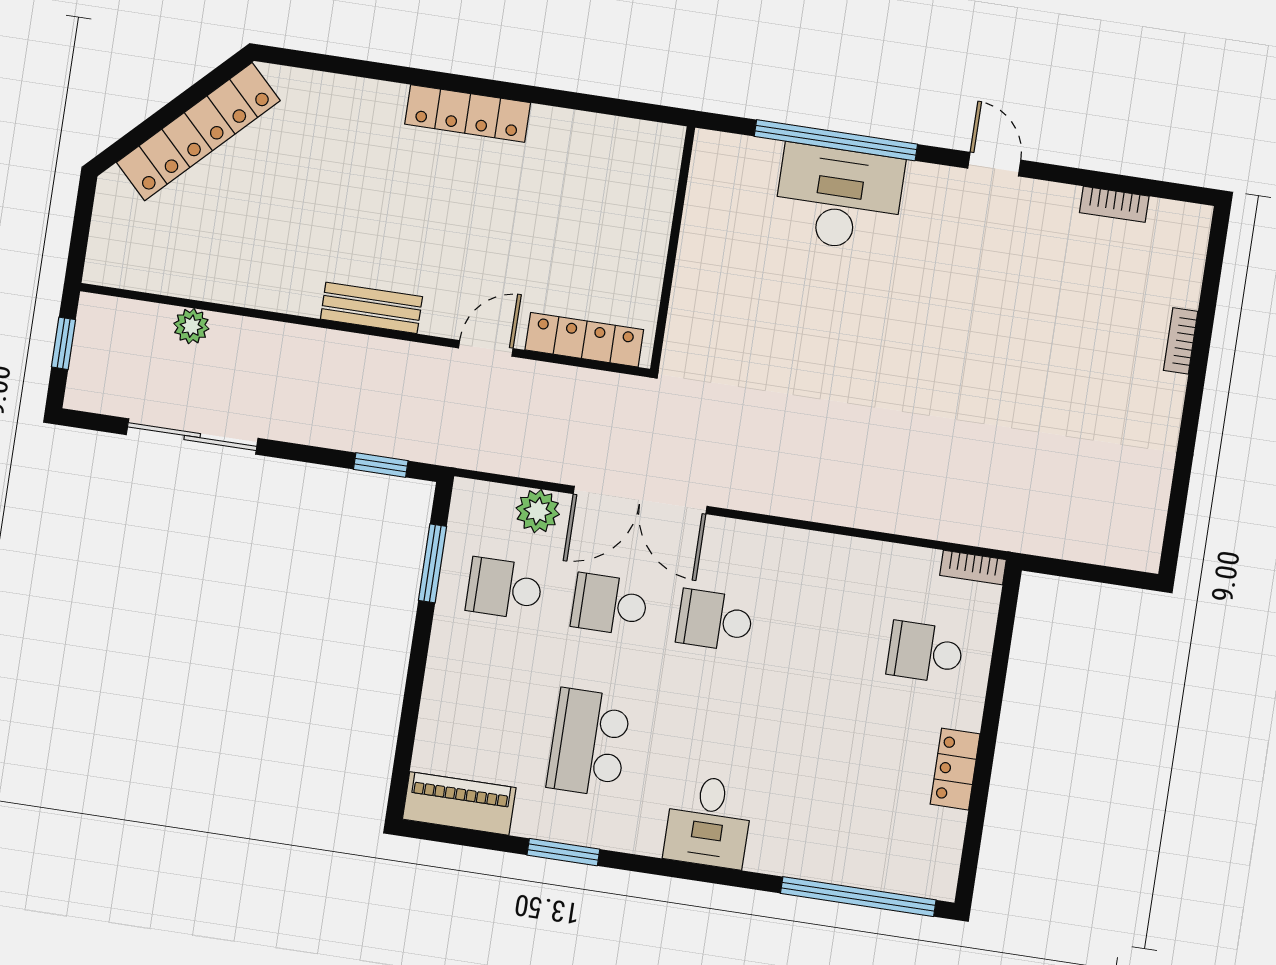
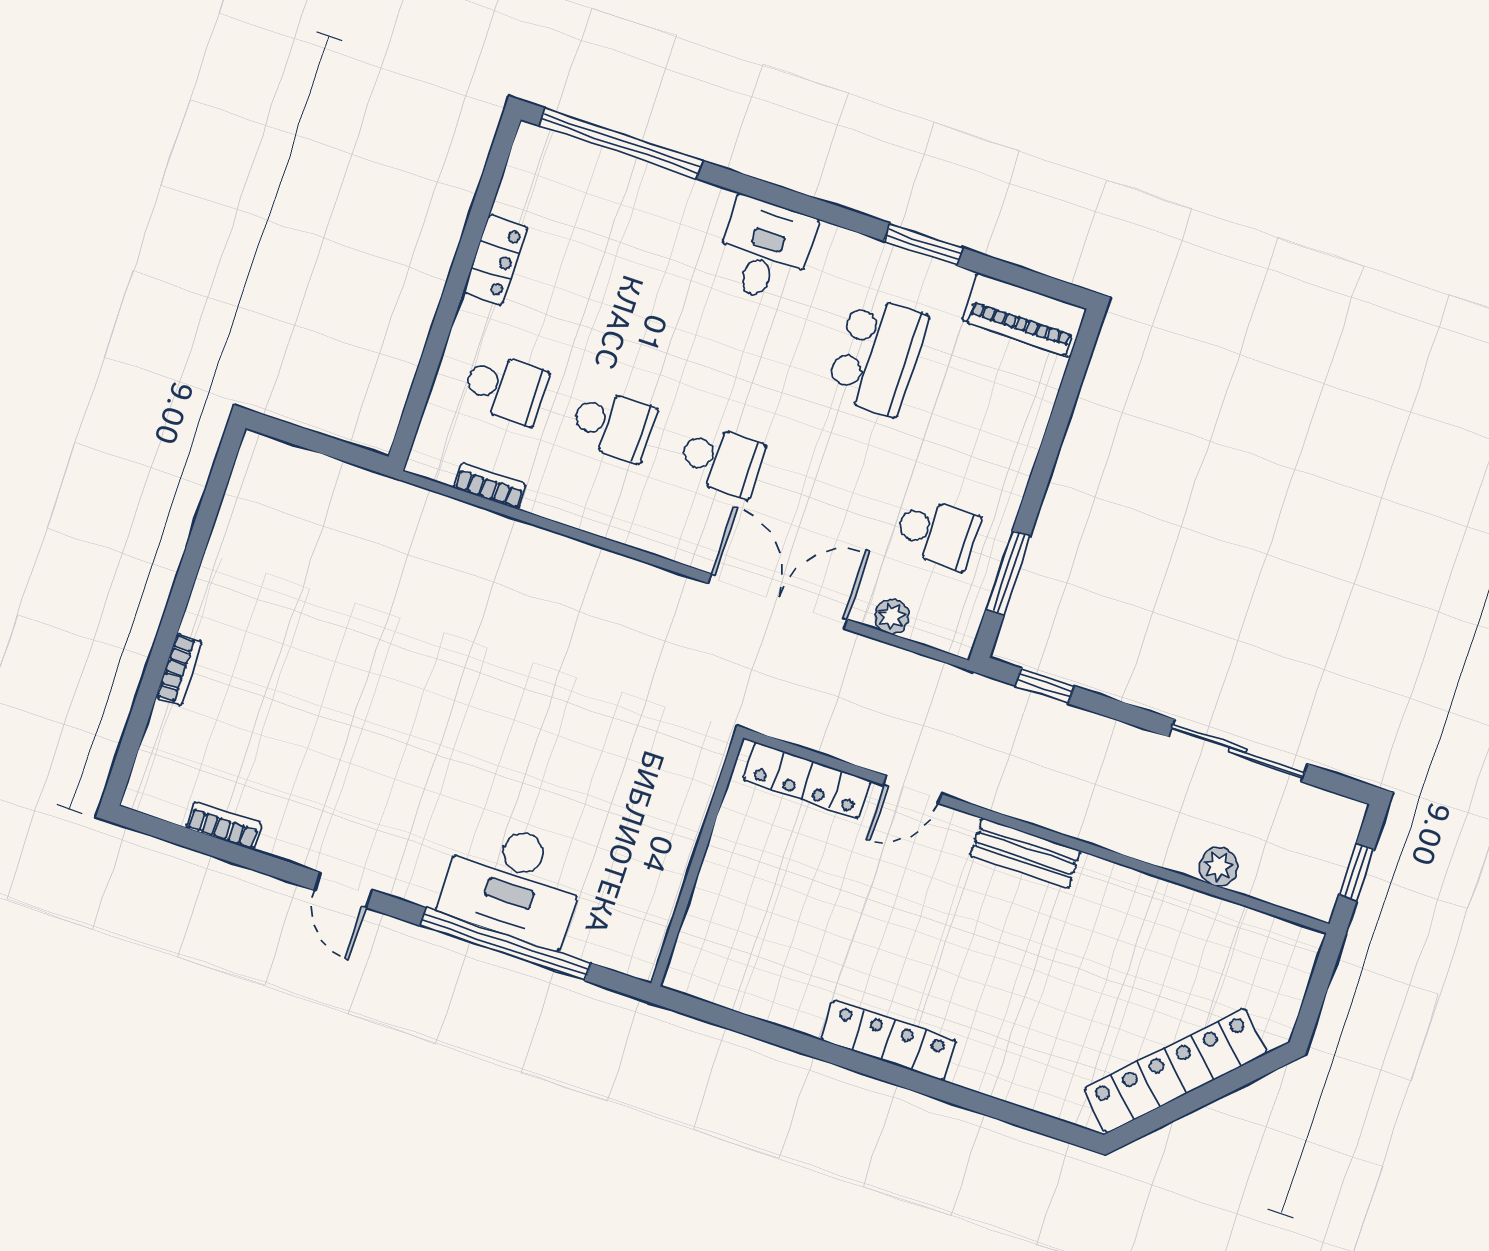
plant: (538, 511) -> (892, 617), width x0.73, depth x0.73
bookcase: (973, 568) -> (490, 486), moved
school desk: (610, 604) -> (613, 425), moved

